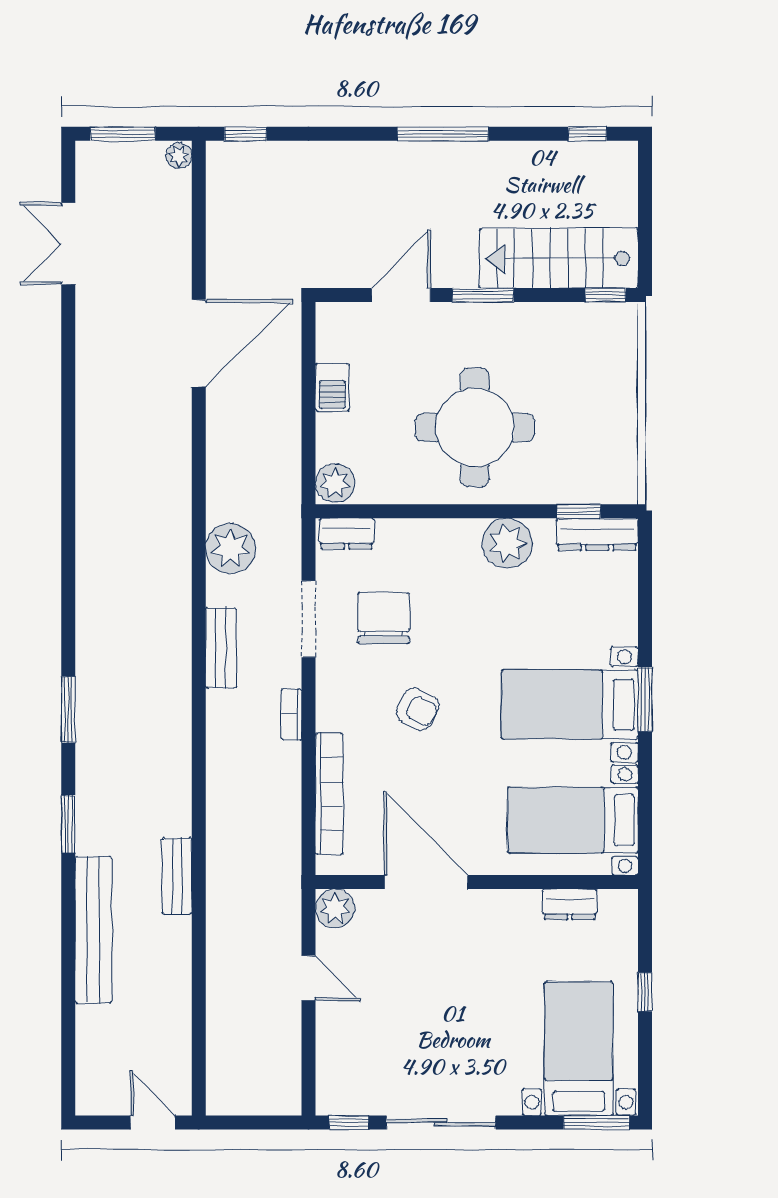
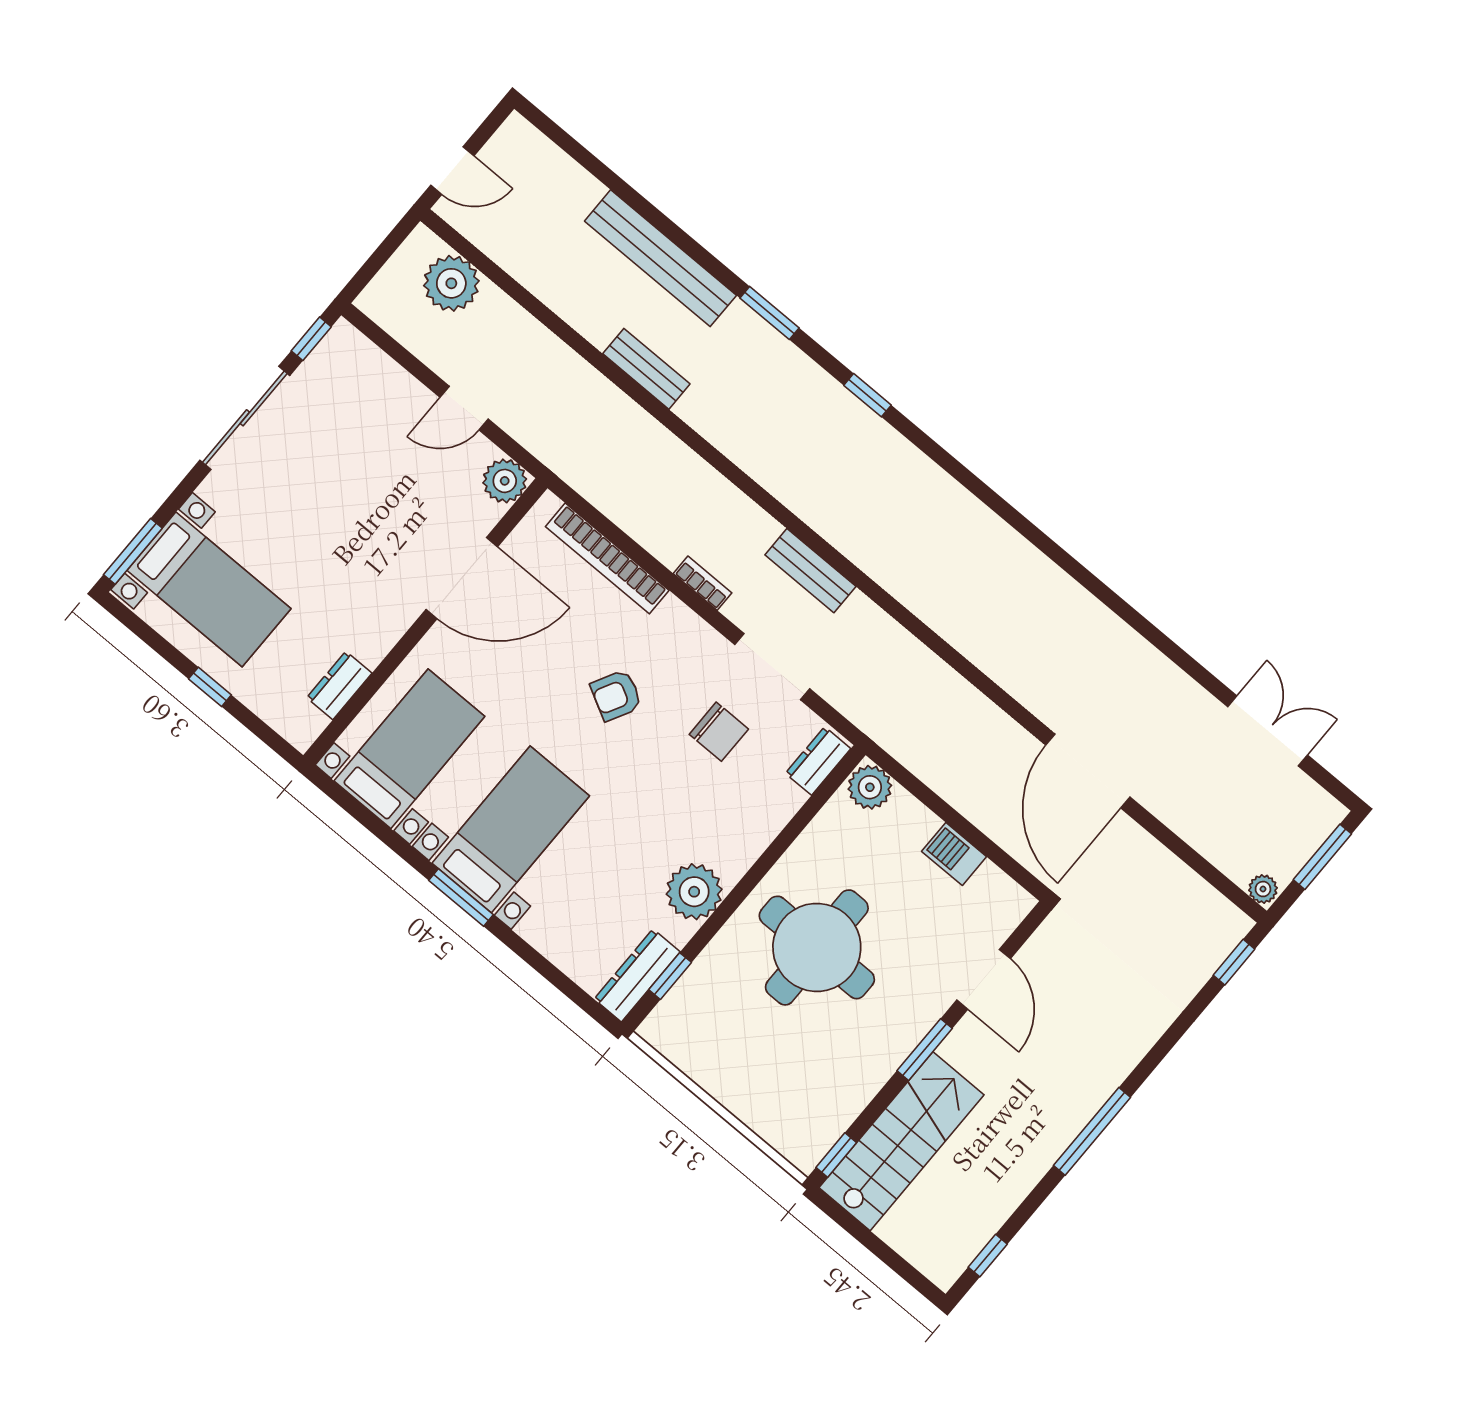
plant: (230, 548) -> (451, 283), moved
chair: (384, 618) -> (719, 732), width x0.73, depth x0.73
window: (68, 710) -> (868, 395), width x0.67

